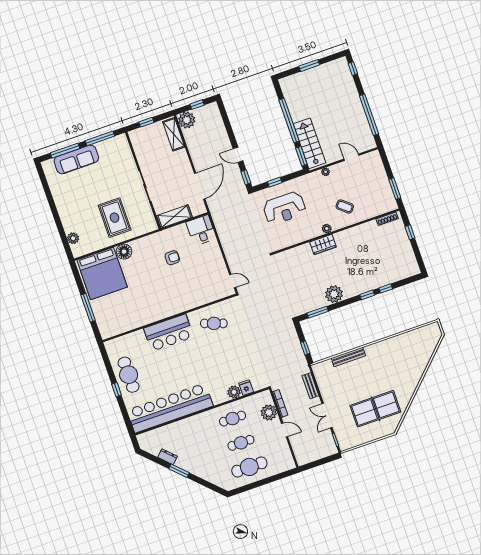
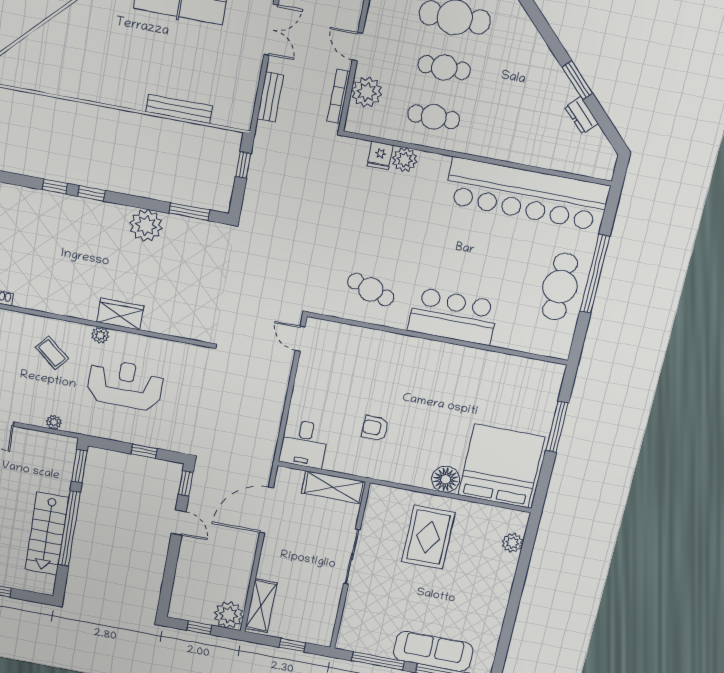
stairs: (310, 143) -> (47, 534), moved
reception desk: (284, 208) -> (125, 385), moved
window: (117, 390) -> (595, 274), width x3.17

